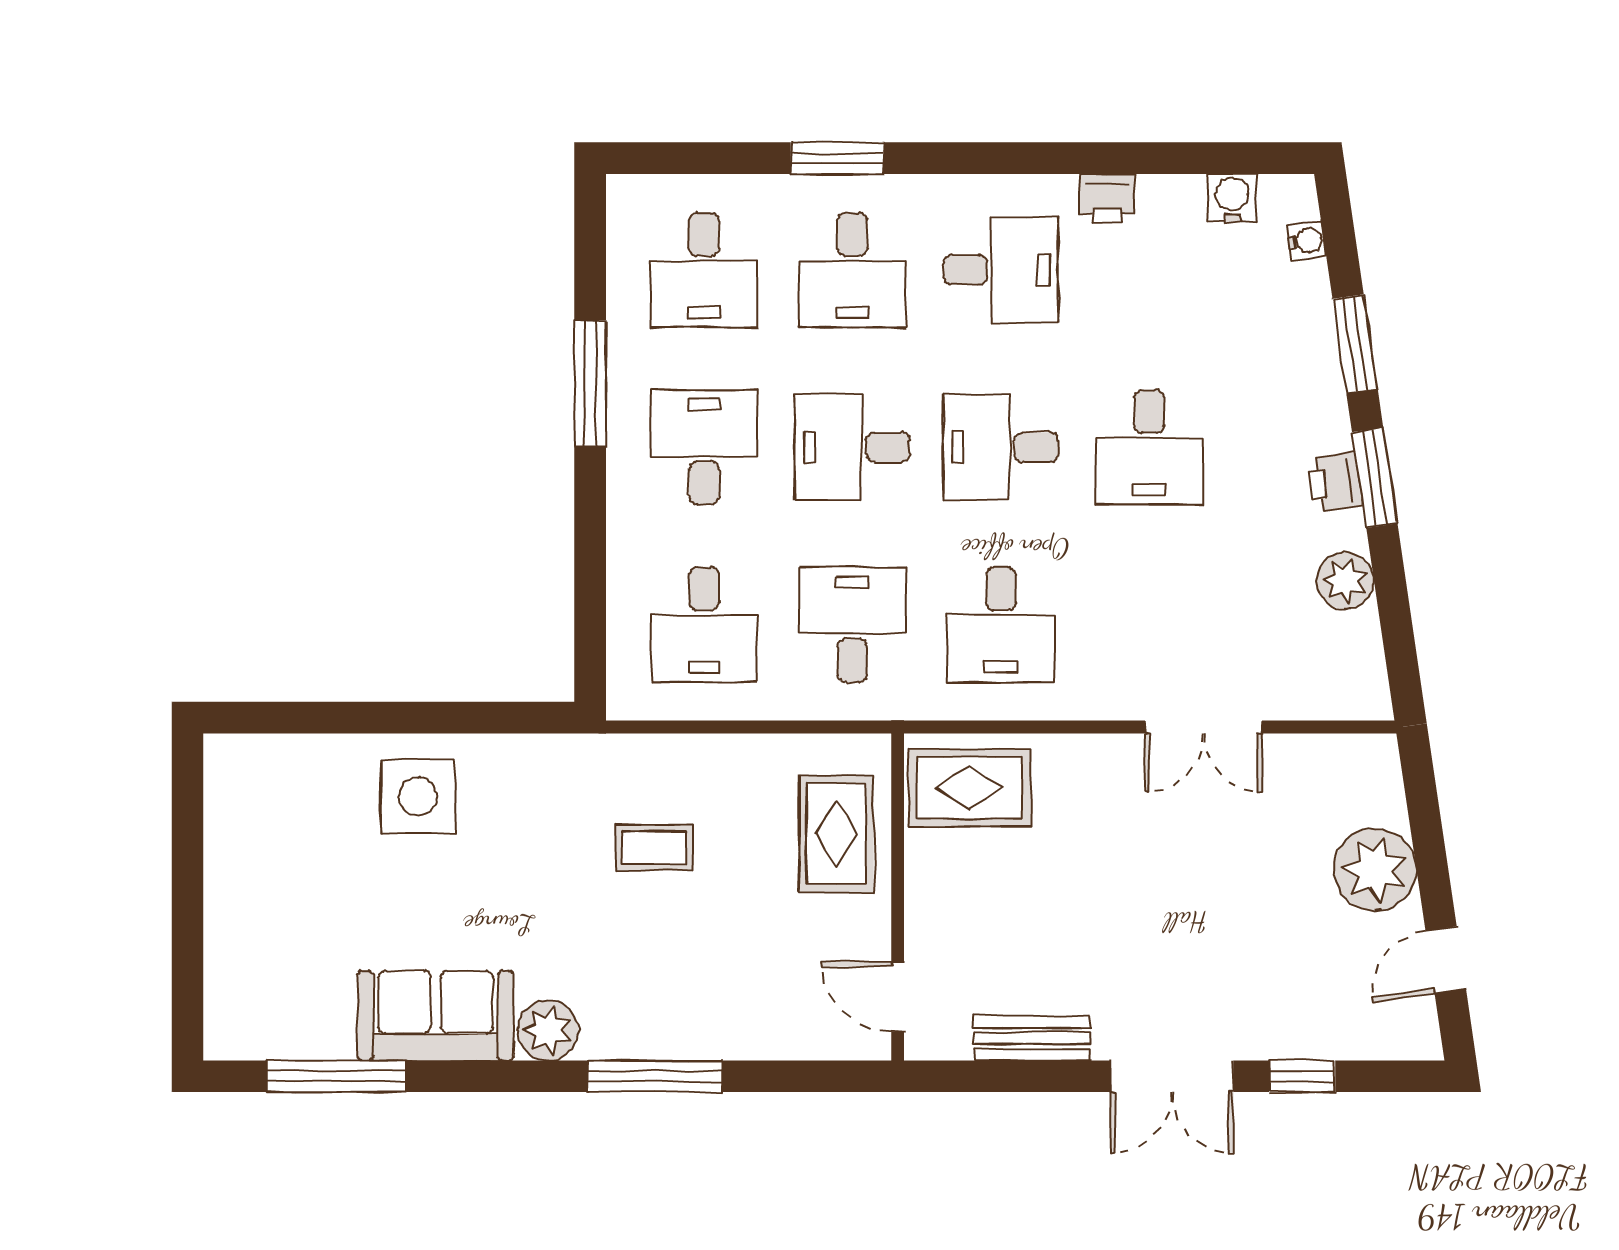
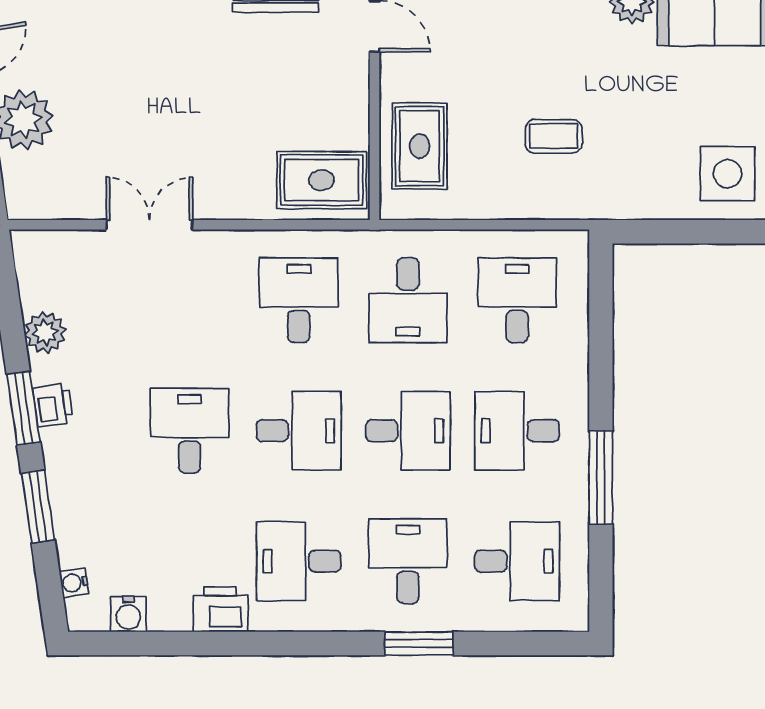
printer: (1107, 198) -> (221, 609), width x1.36, depth x1.24
desk: (704, 270) -> (517, 561), turned 90
desk: (704, 447) -> (517, 431), turned 90

